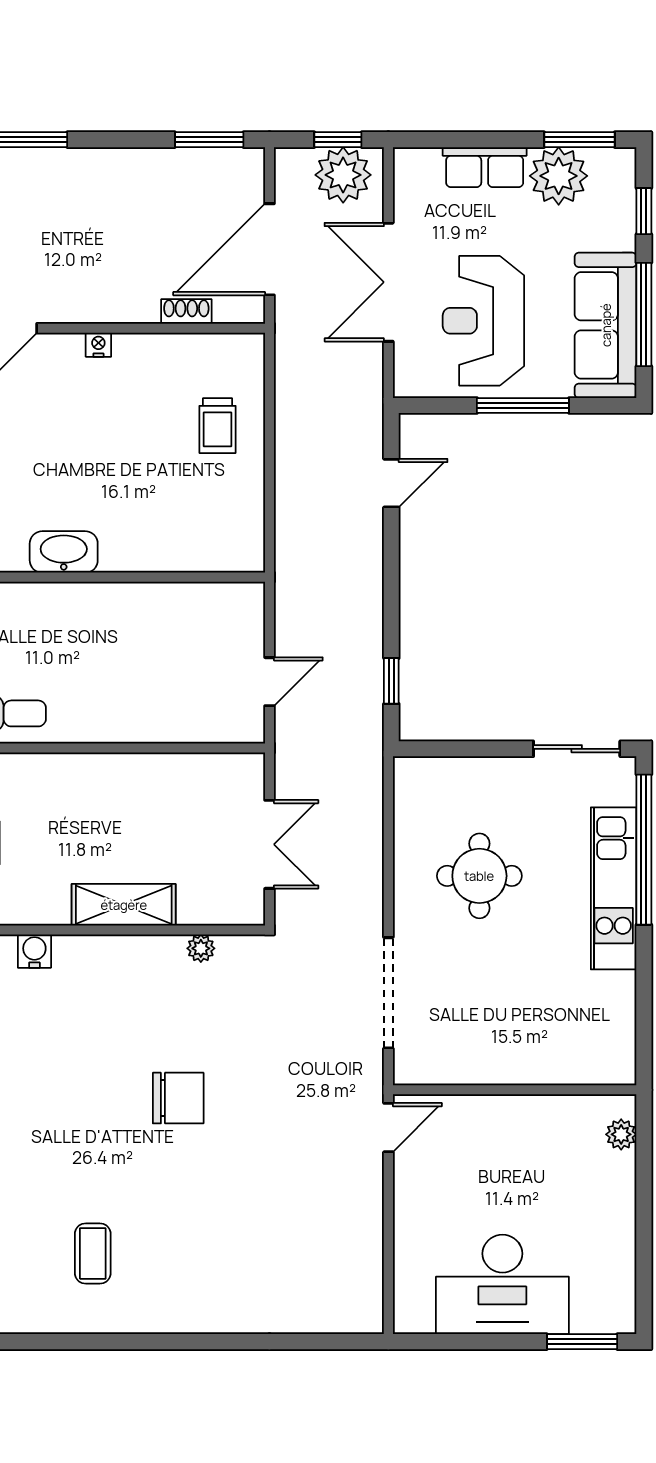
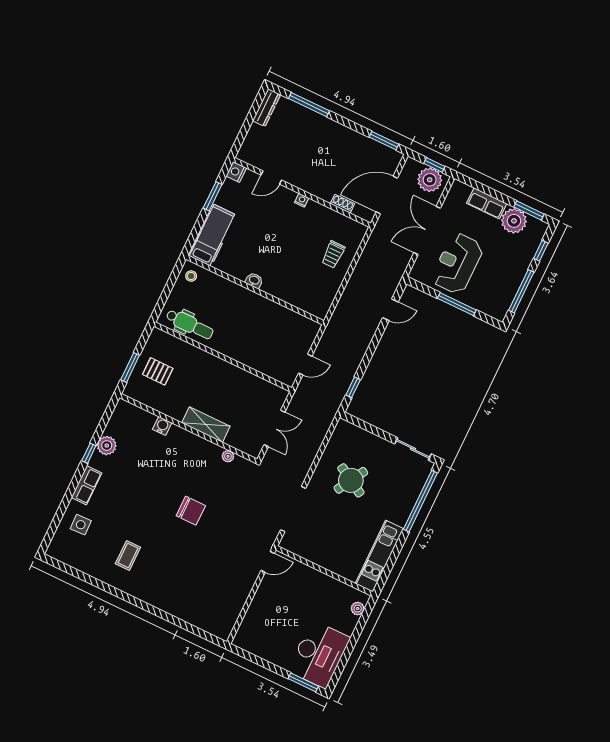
sofa: (606, 325) -> (504, 288), removed
washbasin: (64, 552) -> (254, 280), width x0.52, depth x0.69
round table: (479, 876) -> (351, 480), turned 30
kitchen unit: (614, 888) -> (379, 556), moved
desk: (502, 1284) -> (319, 654), moved, turned -90

